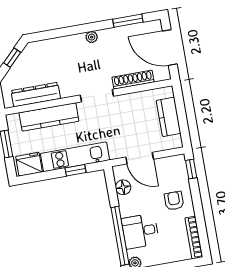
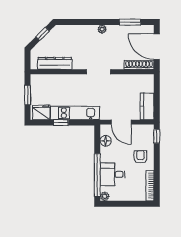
shoe rack: (133, 80) -> (139, 65), moved
kitchen counter: (49, 117) -> (61, 81), removed
kitchen counter: (169, 117) -> (147, 106), moved
window: (75, 170) -> (61, 123), moved

